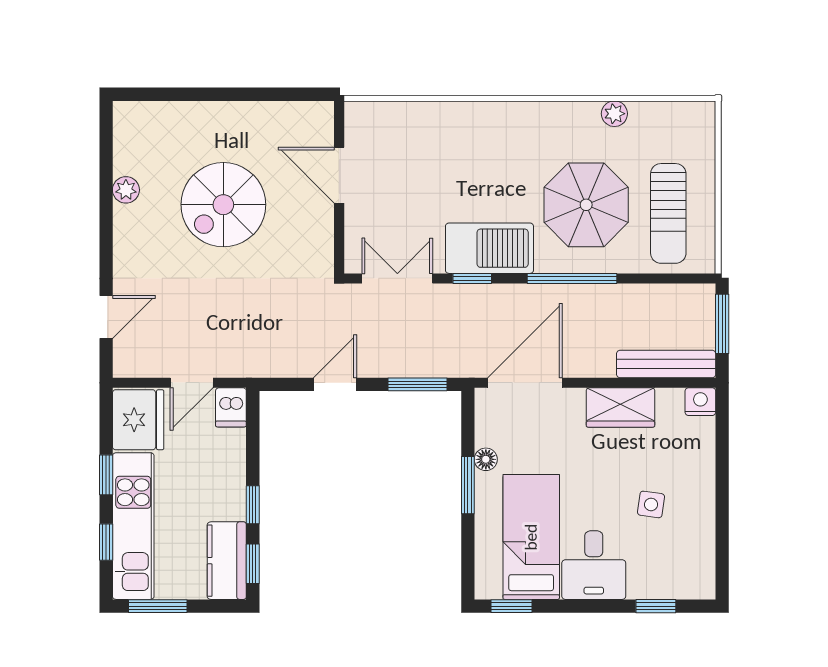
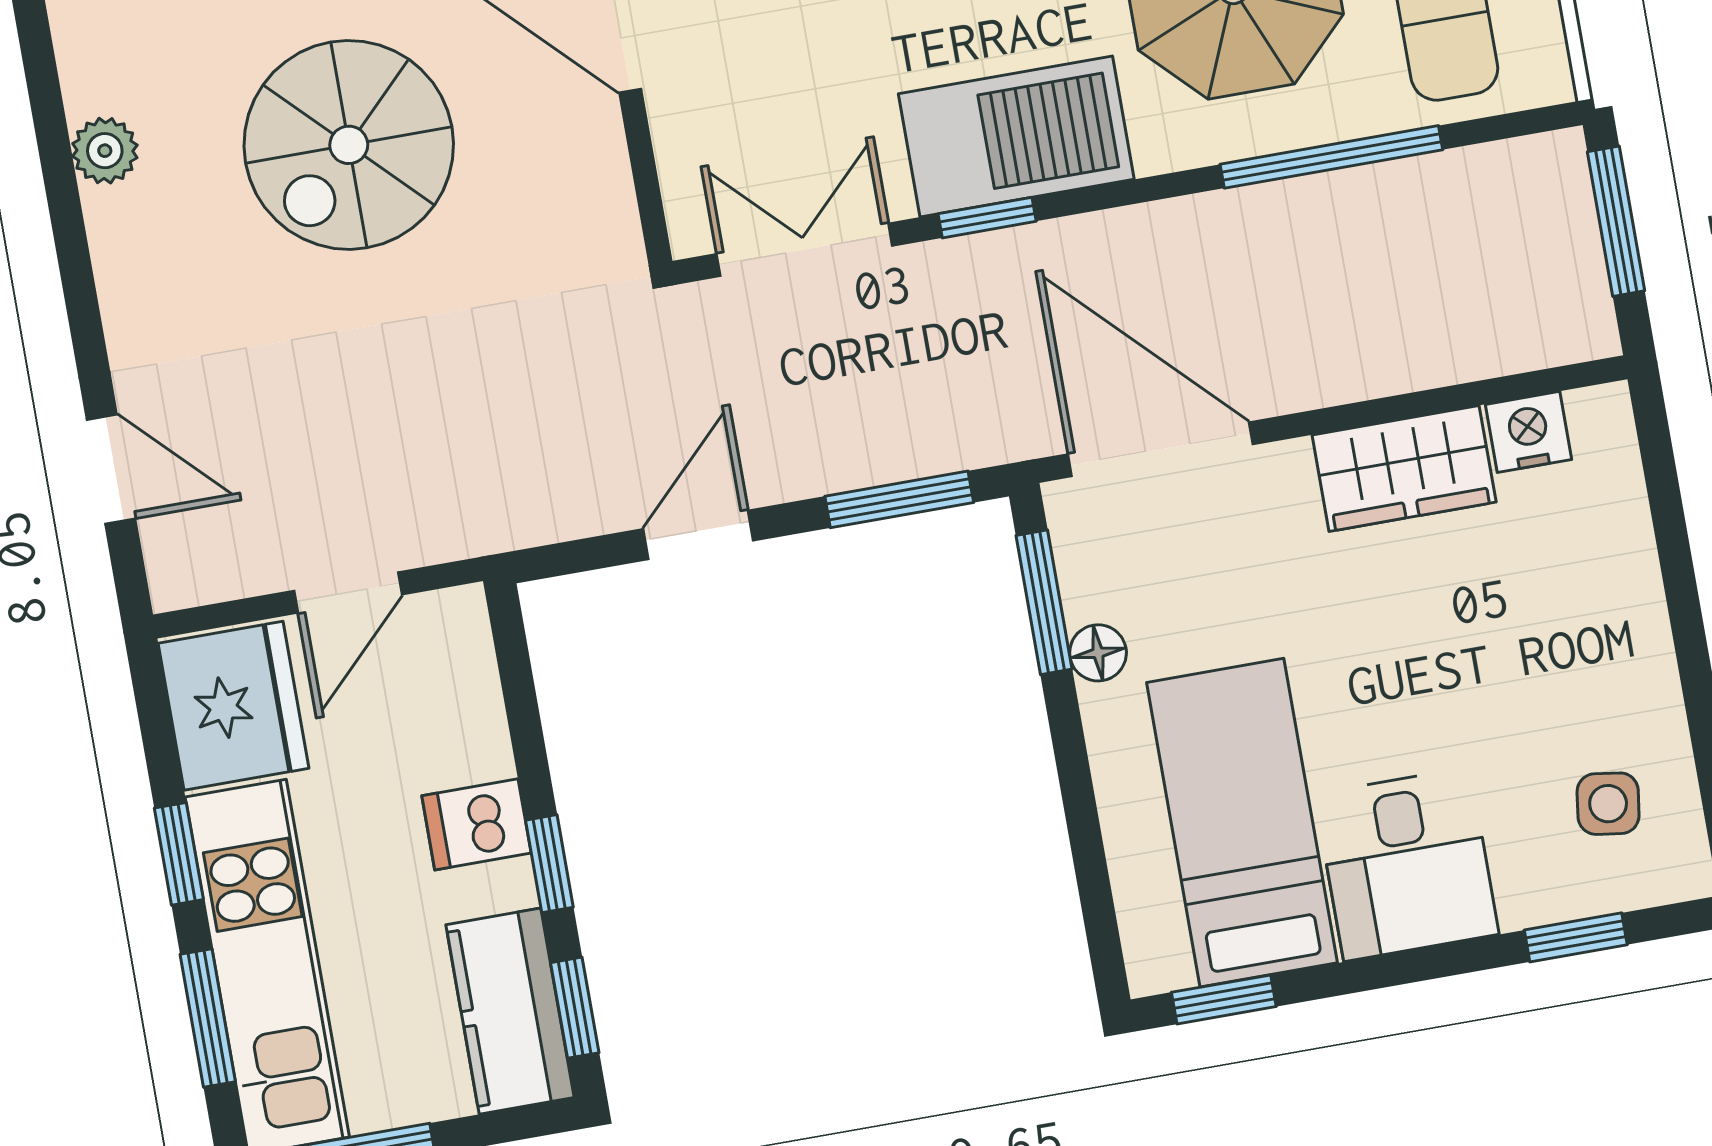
window: (572, 278) -> (1331, 157), moved
door: (106, 317) -> (111, 469), hinge flipped
bench: (666, 364) -> (1497, 343), removed
door: (525, 383) -> (1160, 449), hinge flipped
nightstand: (700, 402) -> (1529, 432), moved
dishwasher: (231, 407) -> (476, 824), moved, turned 90
window: (468, 485) -> (1044, 602), moved
side table: (651, 504) -> (1608, 804), moved
window: (106, 542) -> (208, 1018), width x1.50

